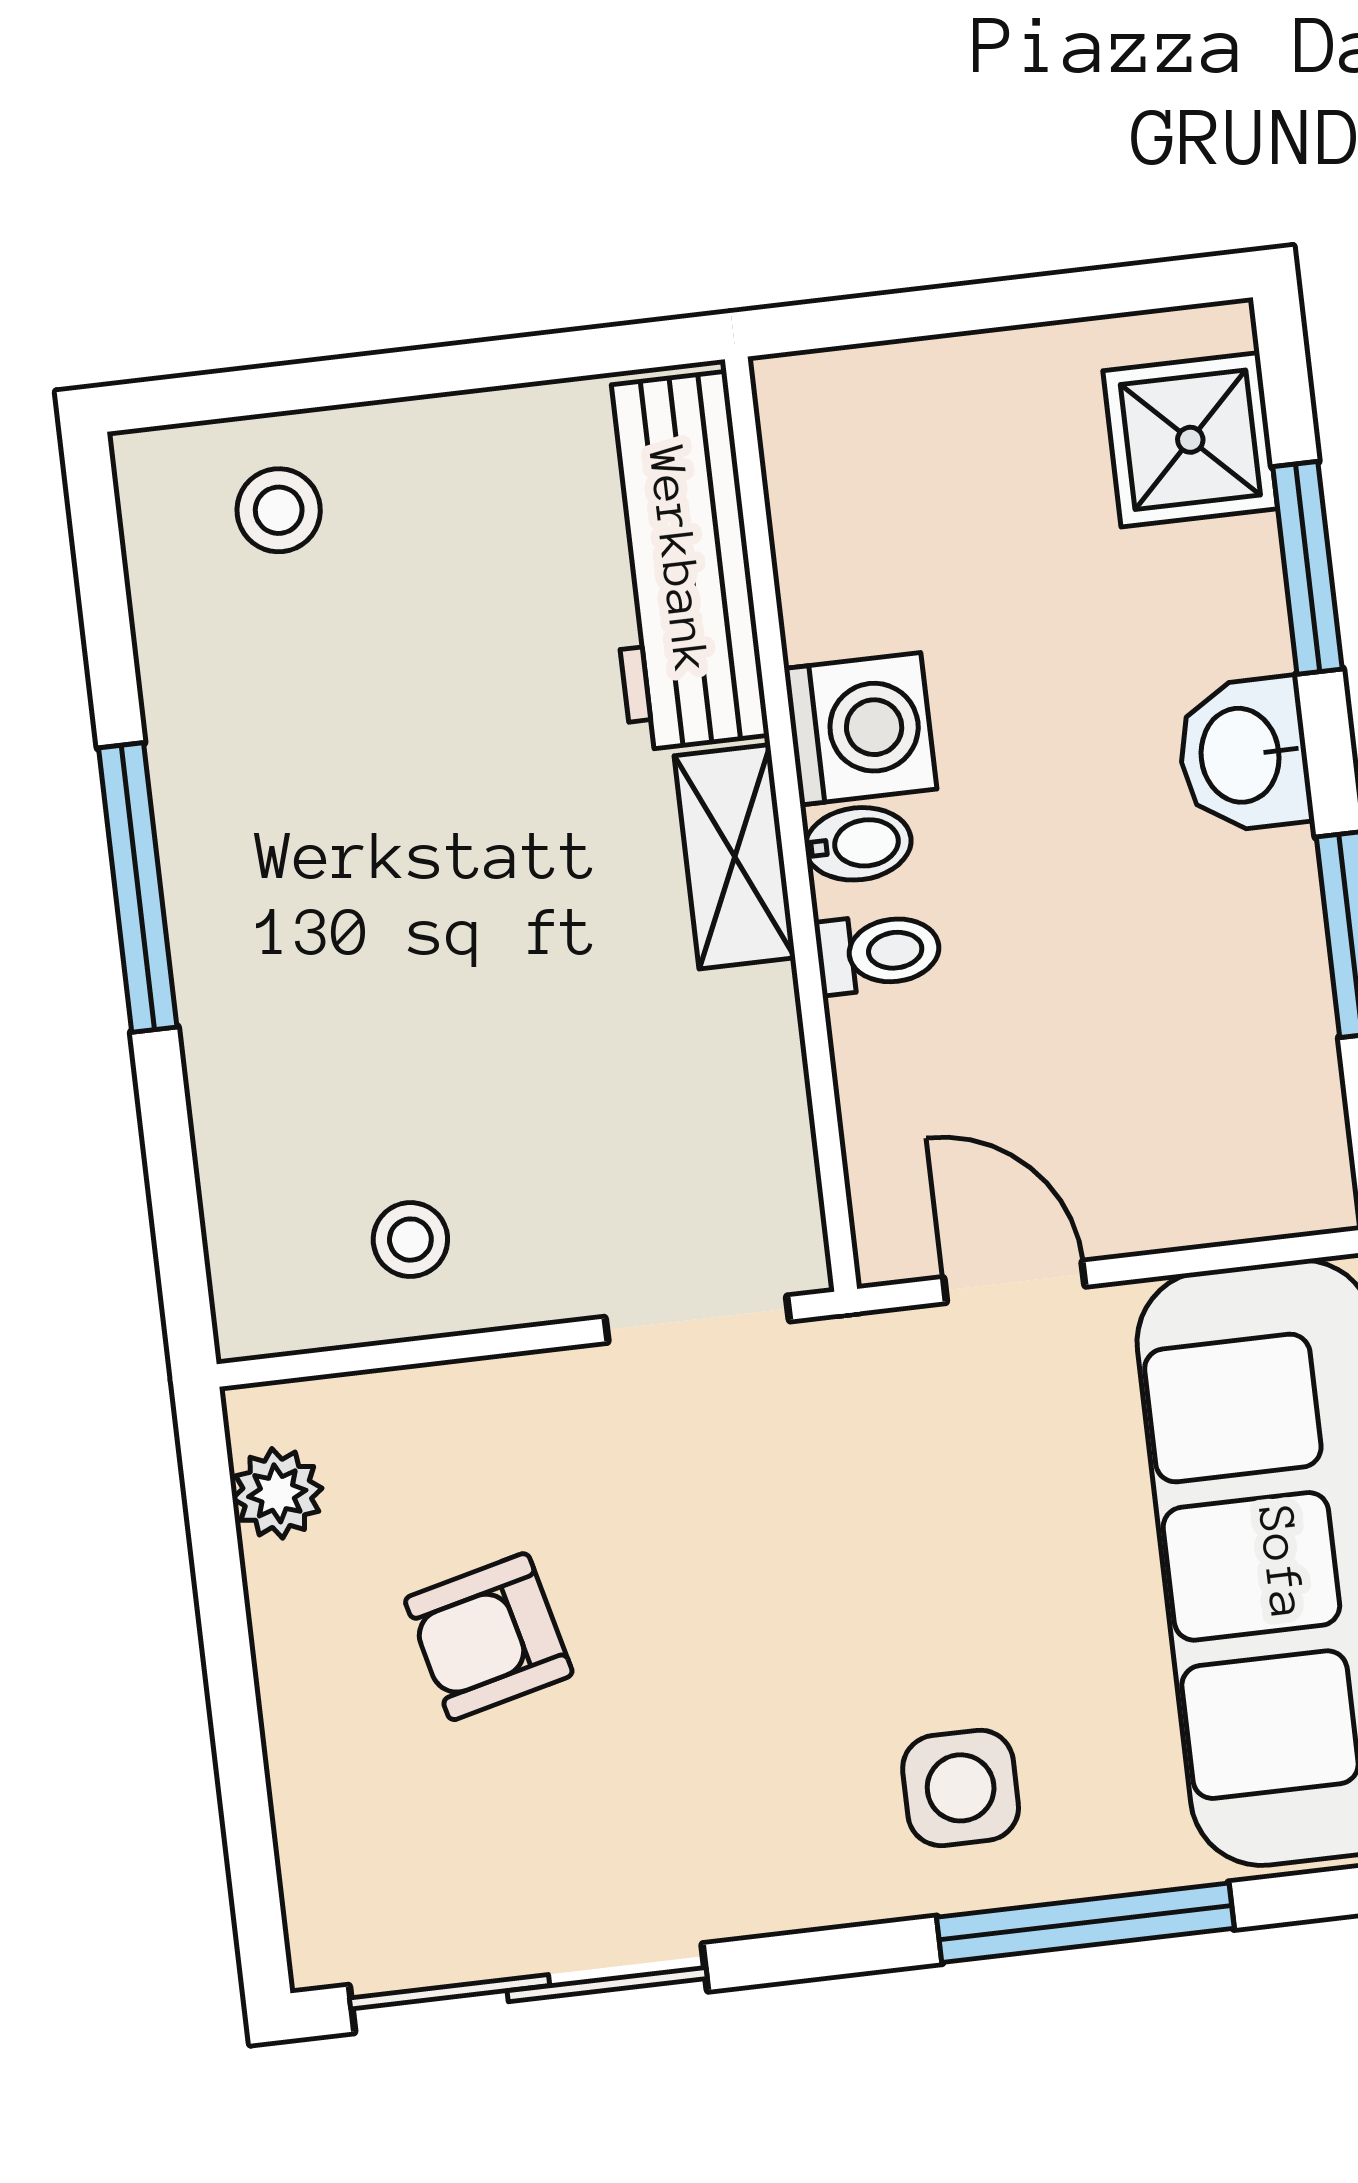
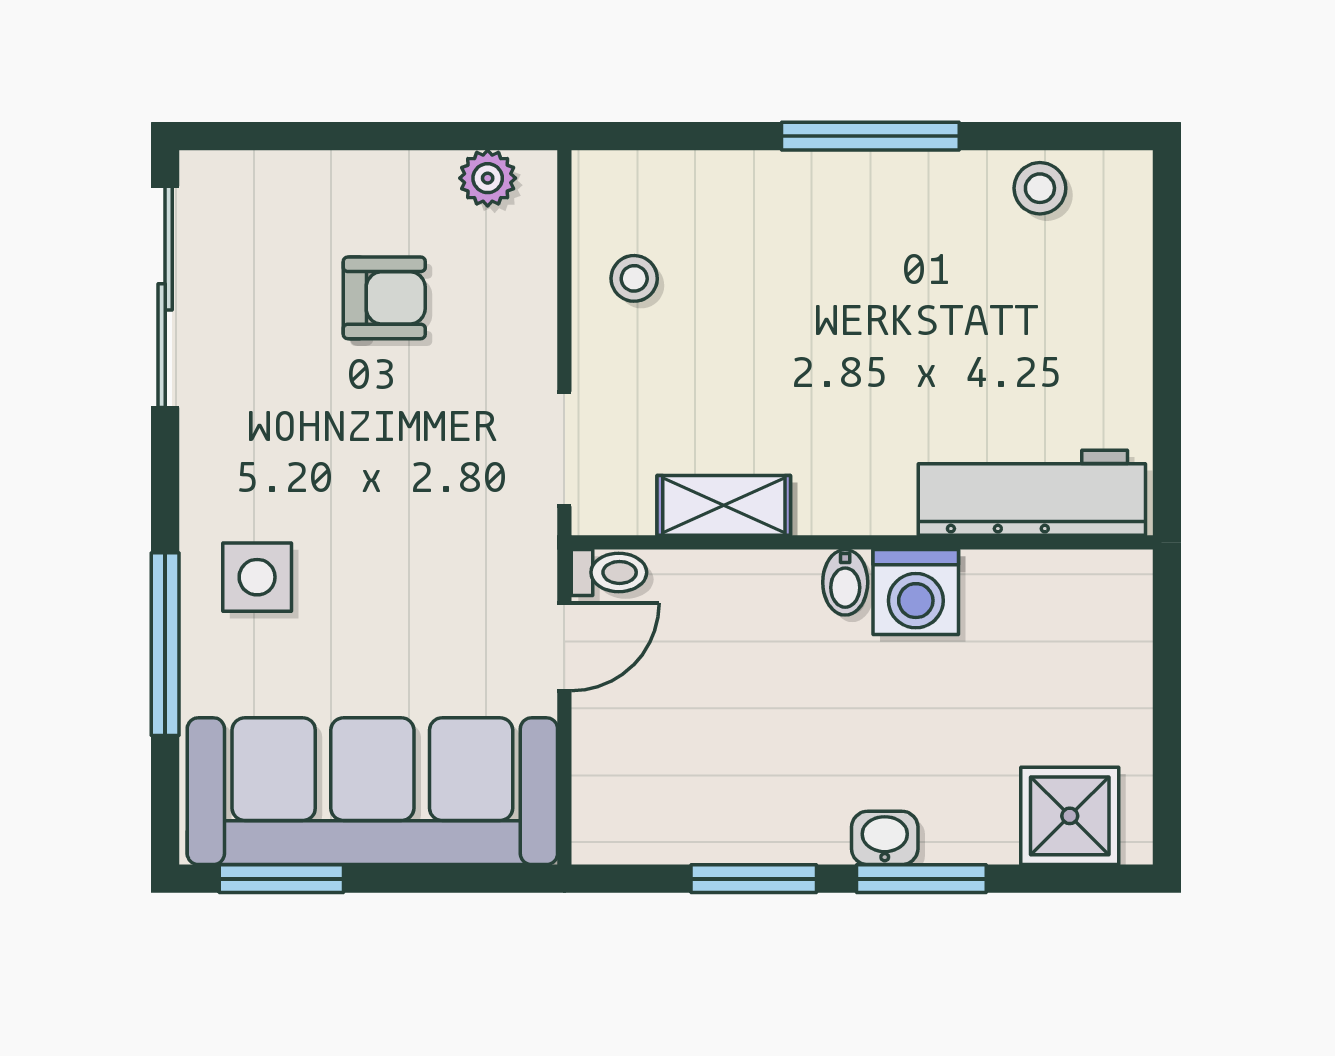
stool: (279, 510) -> (1040, 188), moved
window: (1307, 568) -> (921, 879), moved
washbasin: (1244, 755) -> (885, 838), width x0.72, depth x0.69
shelving: (735, 857) -> (724, 505), moved
toilet: (878, 952) -> (609, 572), moved, turned -90
armchair: (489, 1637) -> (384, 298), turned 104

